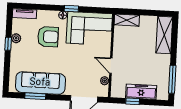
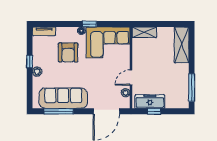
armchair: (48, 37) -> (68, 53), turned 90
plant: (16, 38) -> (37, 72), moved
door: (111, 66) -> (131, 78), hinge flipped
freezer: (141, 92) -> (150, 102), moved
window: (35, 96) -> (59, 111), width x1.44

